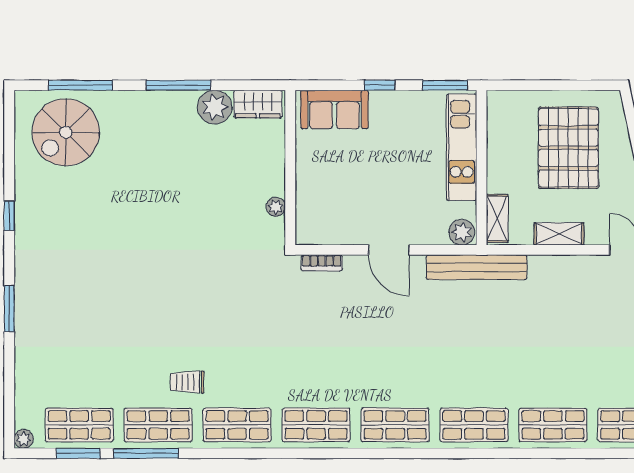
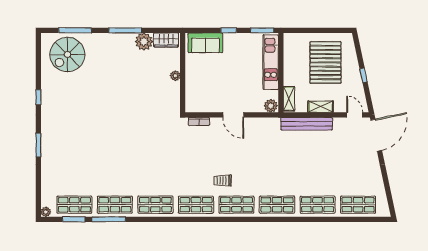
plant: (276, 207) -> (175, 76), moved
bench: (477, 267) -> (307, 124), moved
trolley: (187, 382) -> (223, 180), moved

